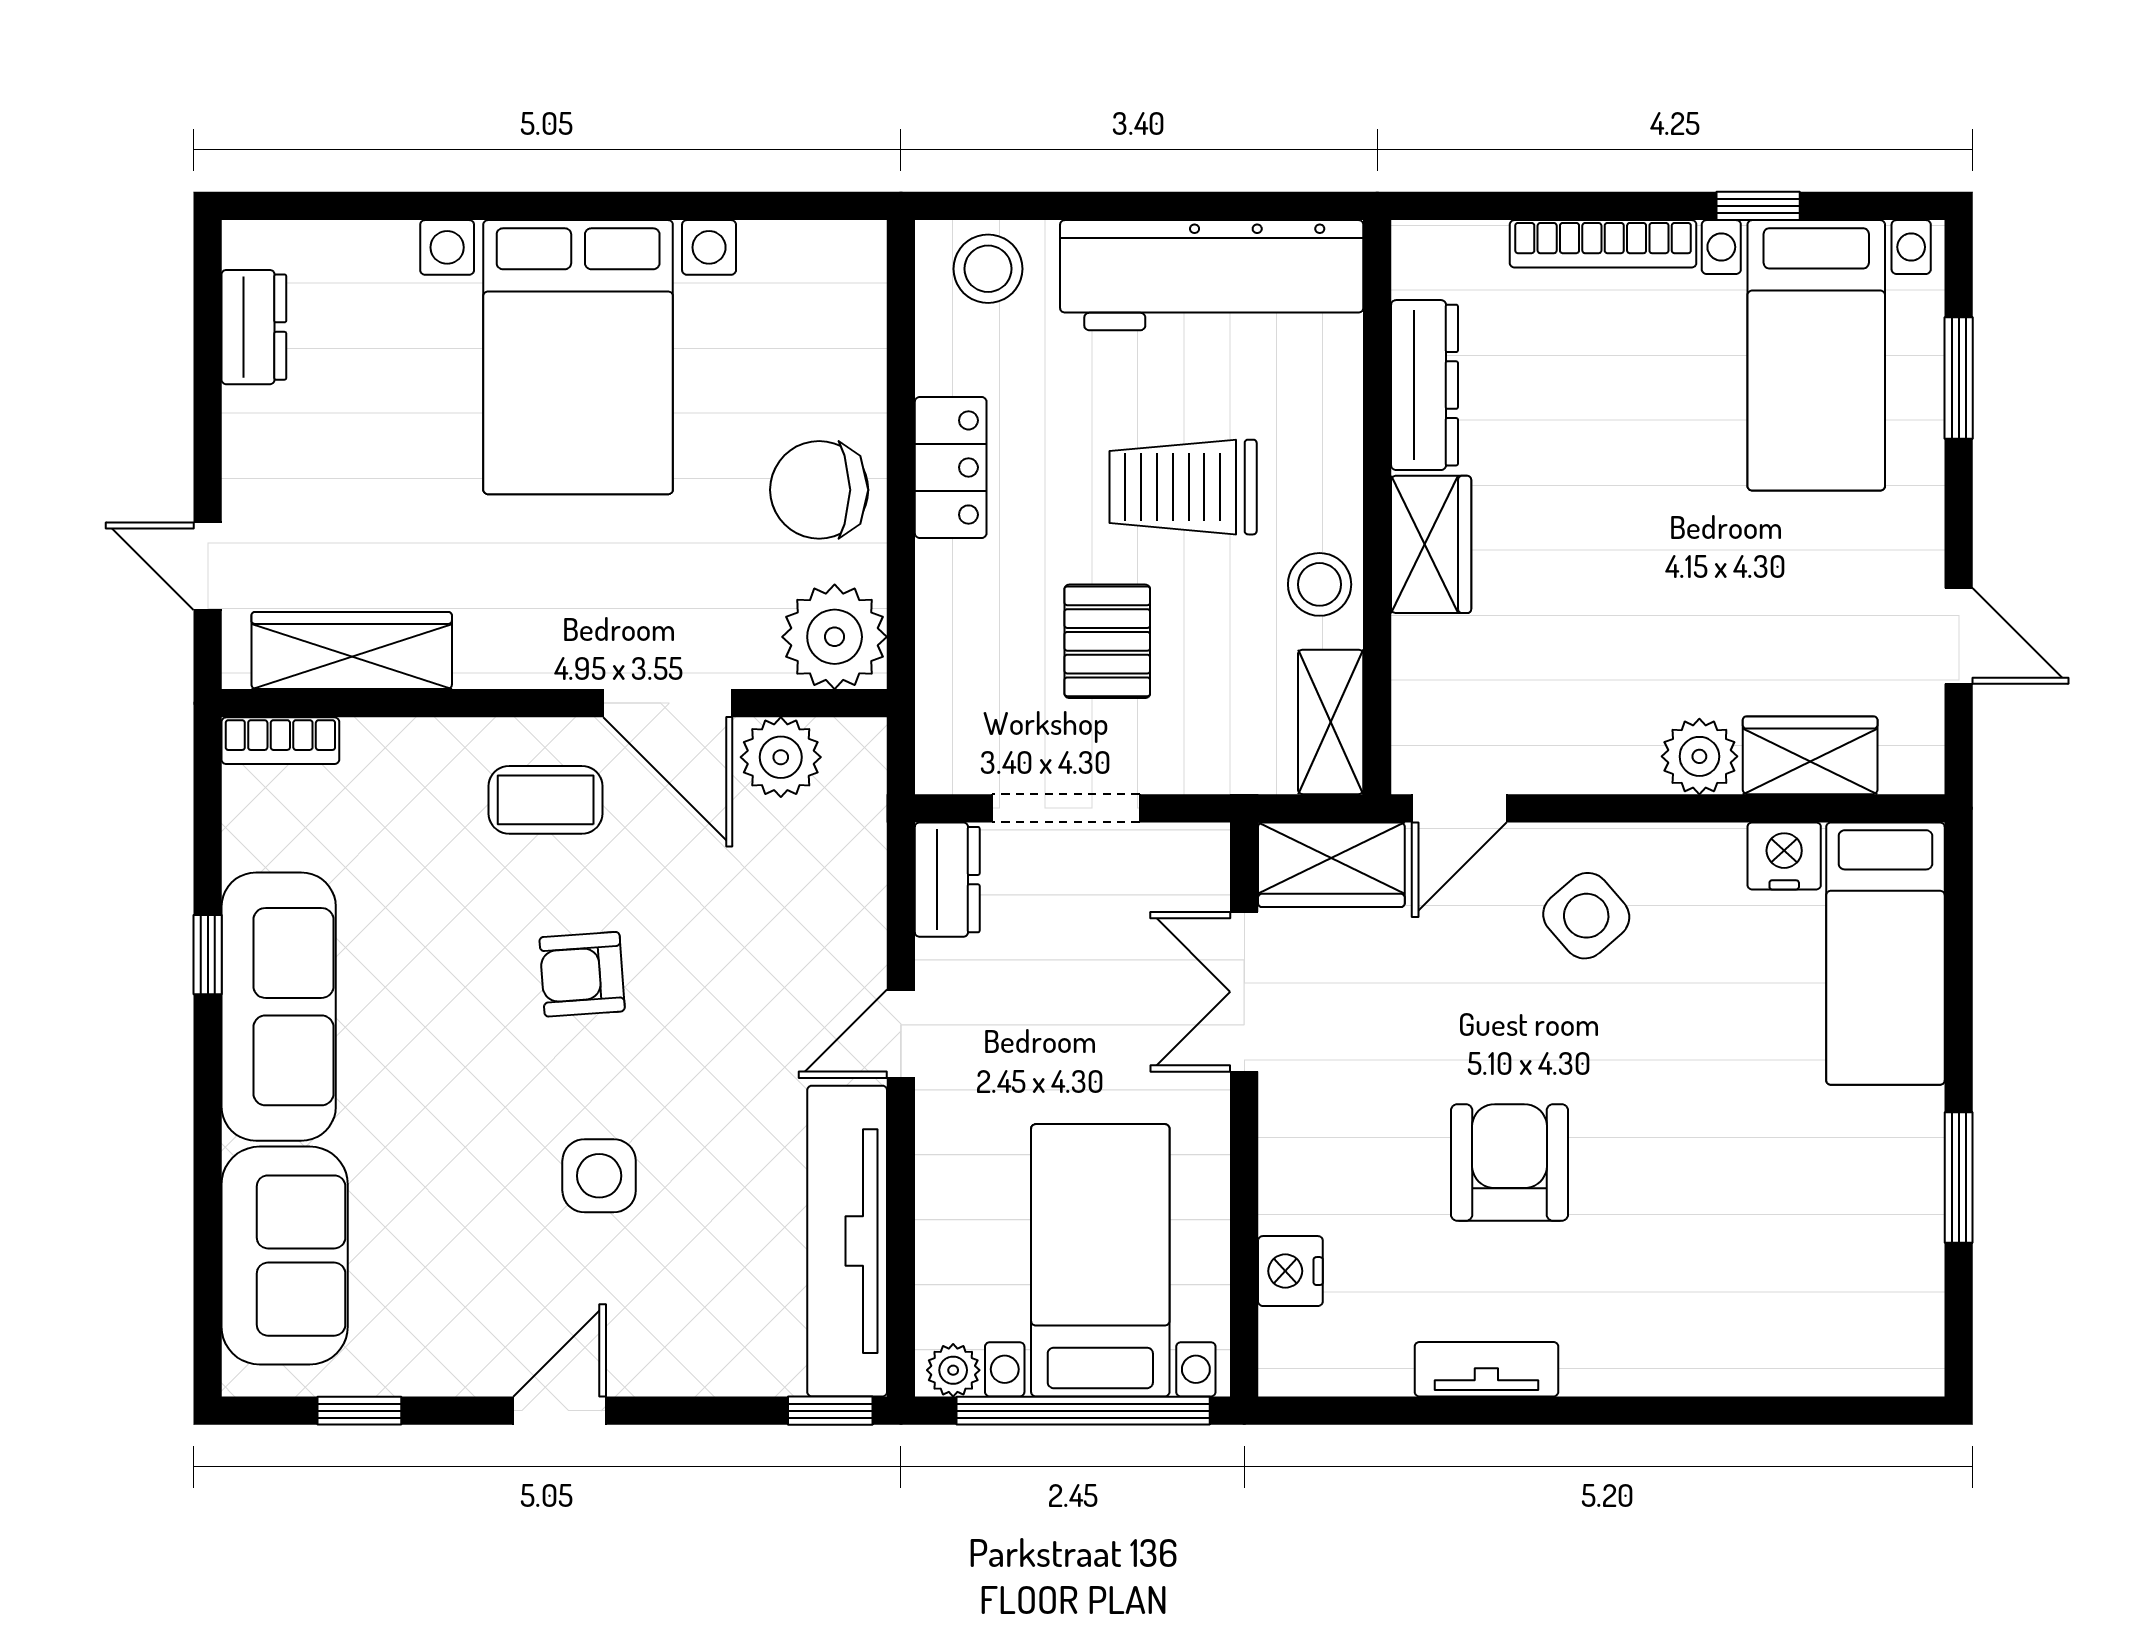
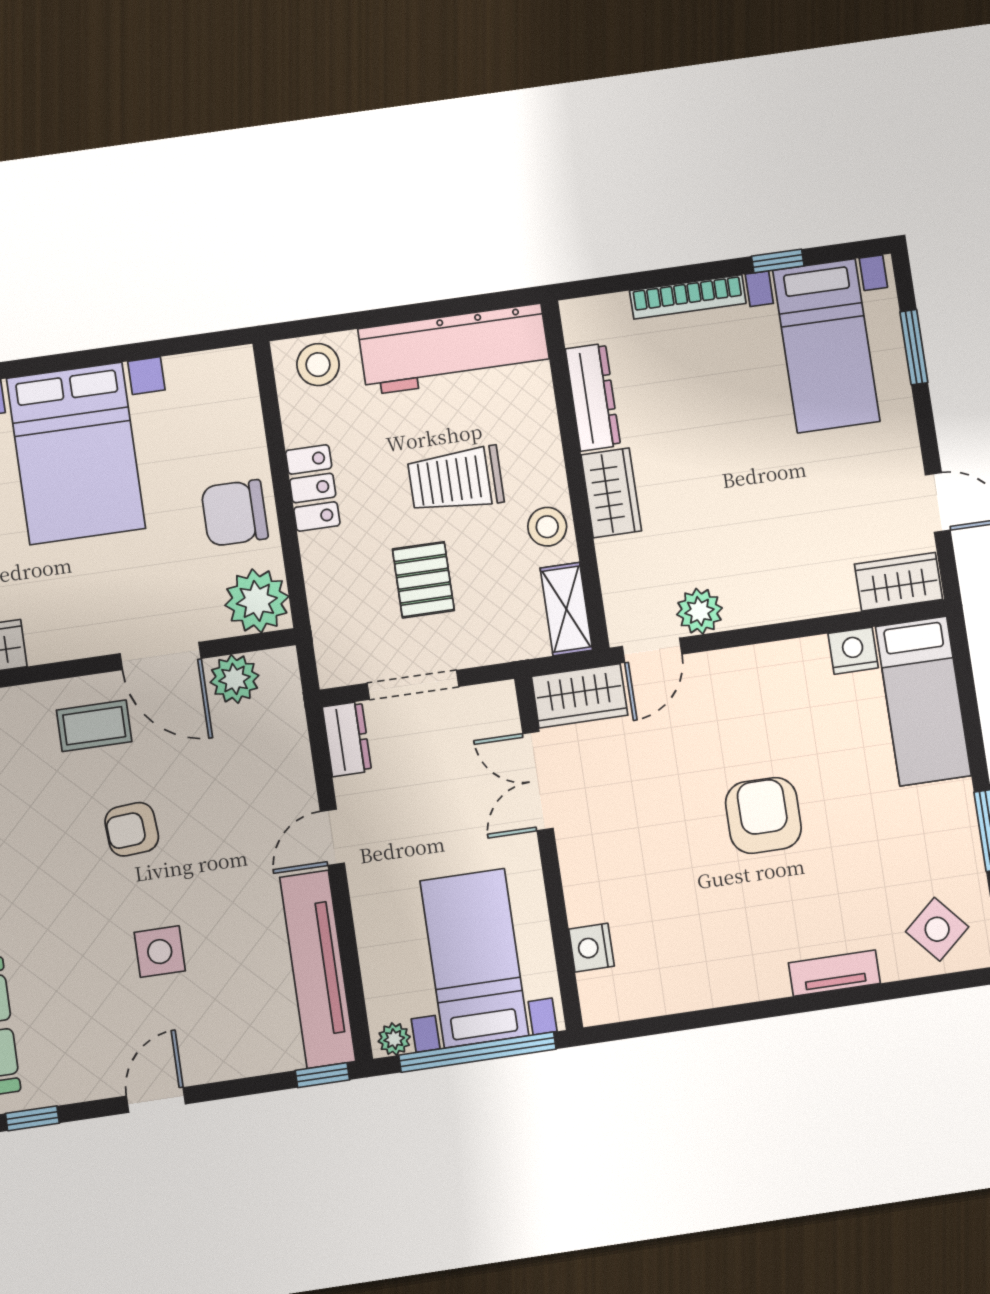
wardrobe: (1810, 755) -> (898, 582), moved
plant: (1699, 756) -> (699, 611), moved
side table: (1586, 916) -> (937, 929), moved
armchair: (1510, 1163) -> (763, 815), moved
tv unit: (1486, 1369) -> (834, 973), moved

